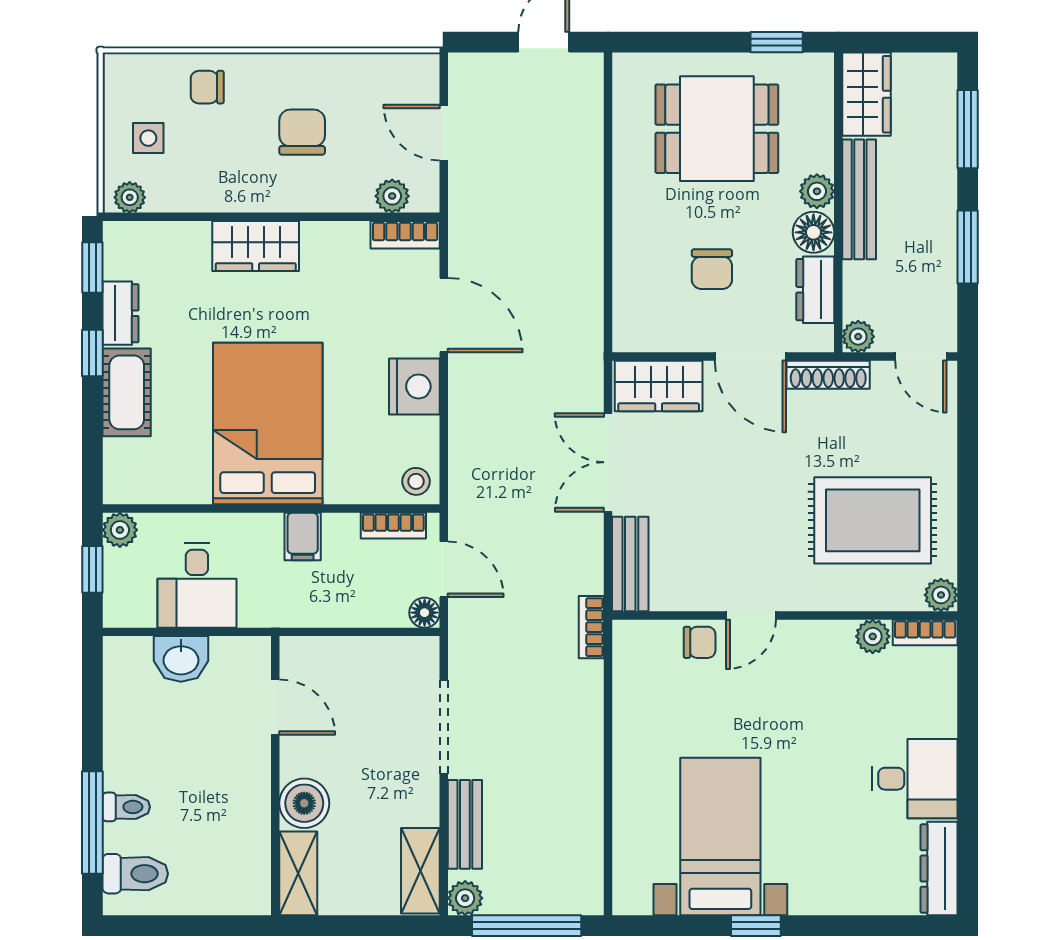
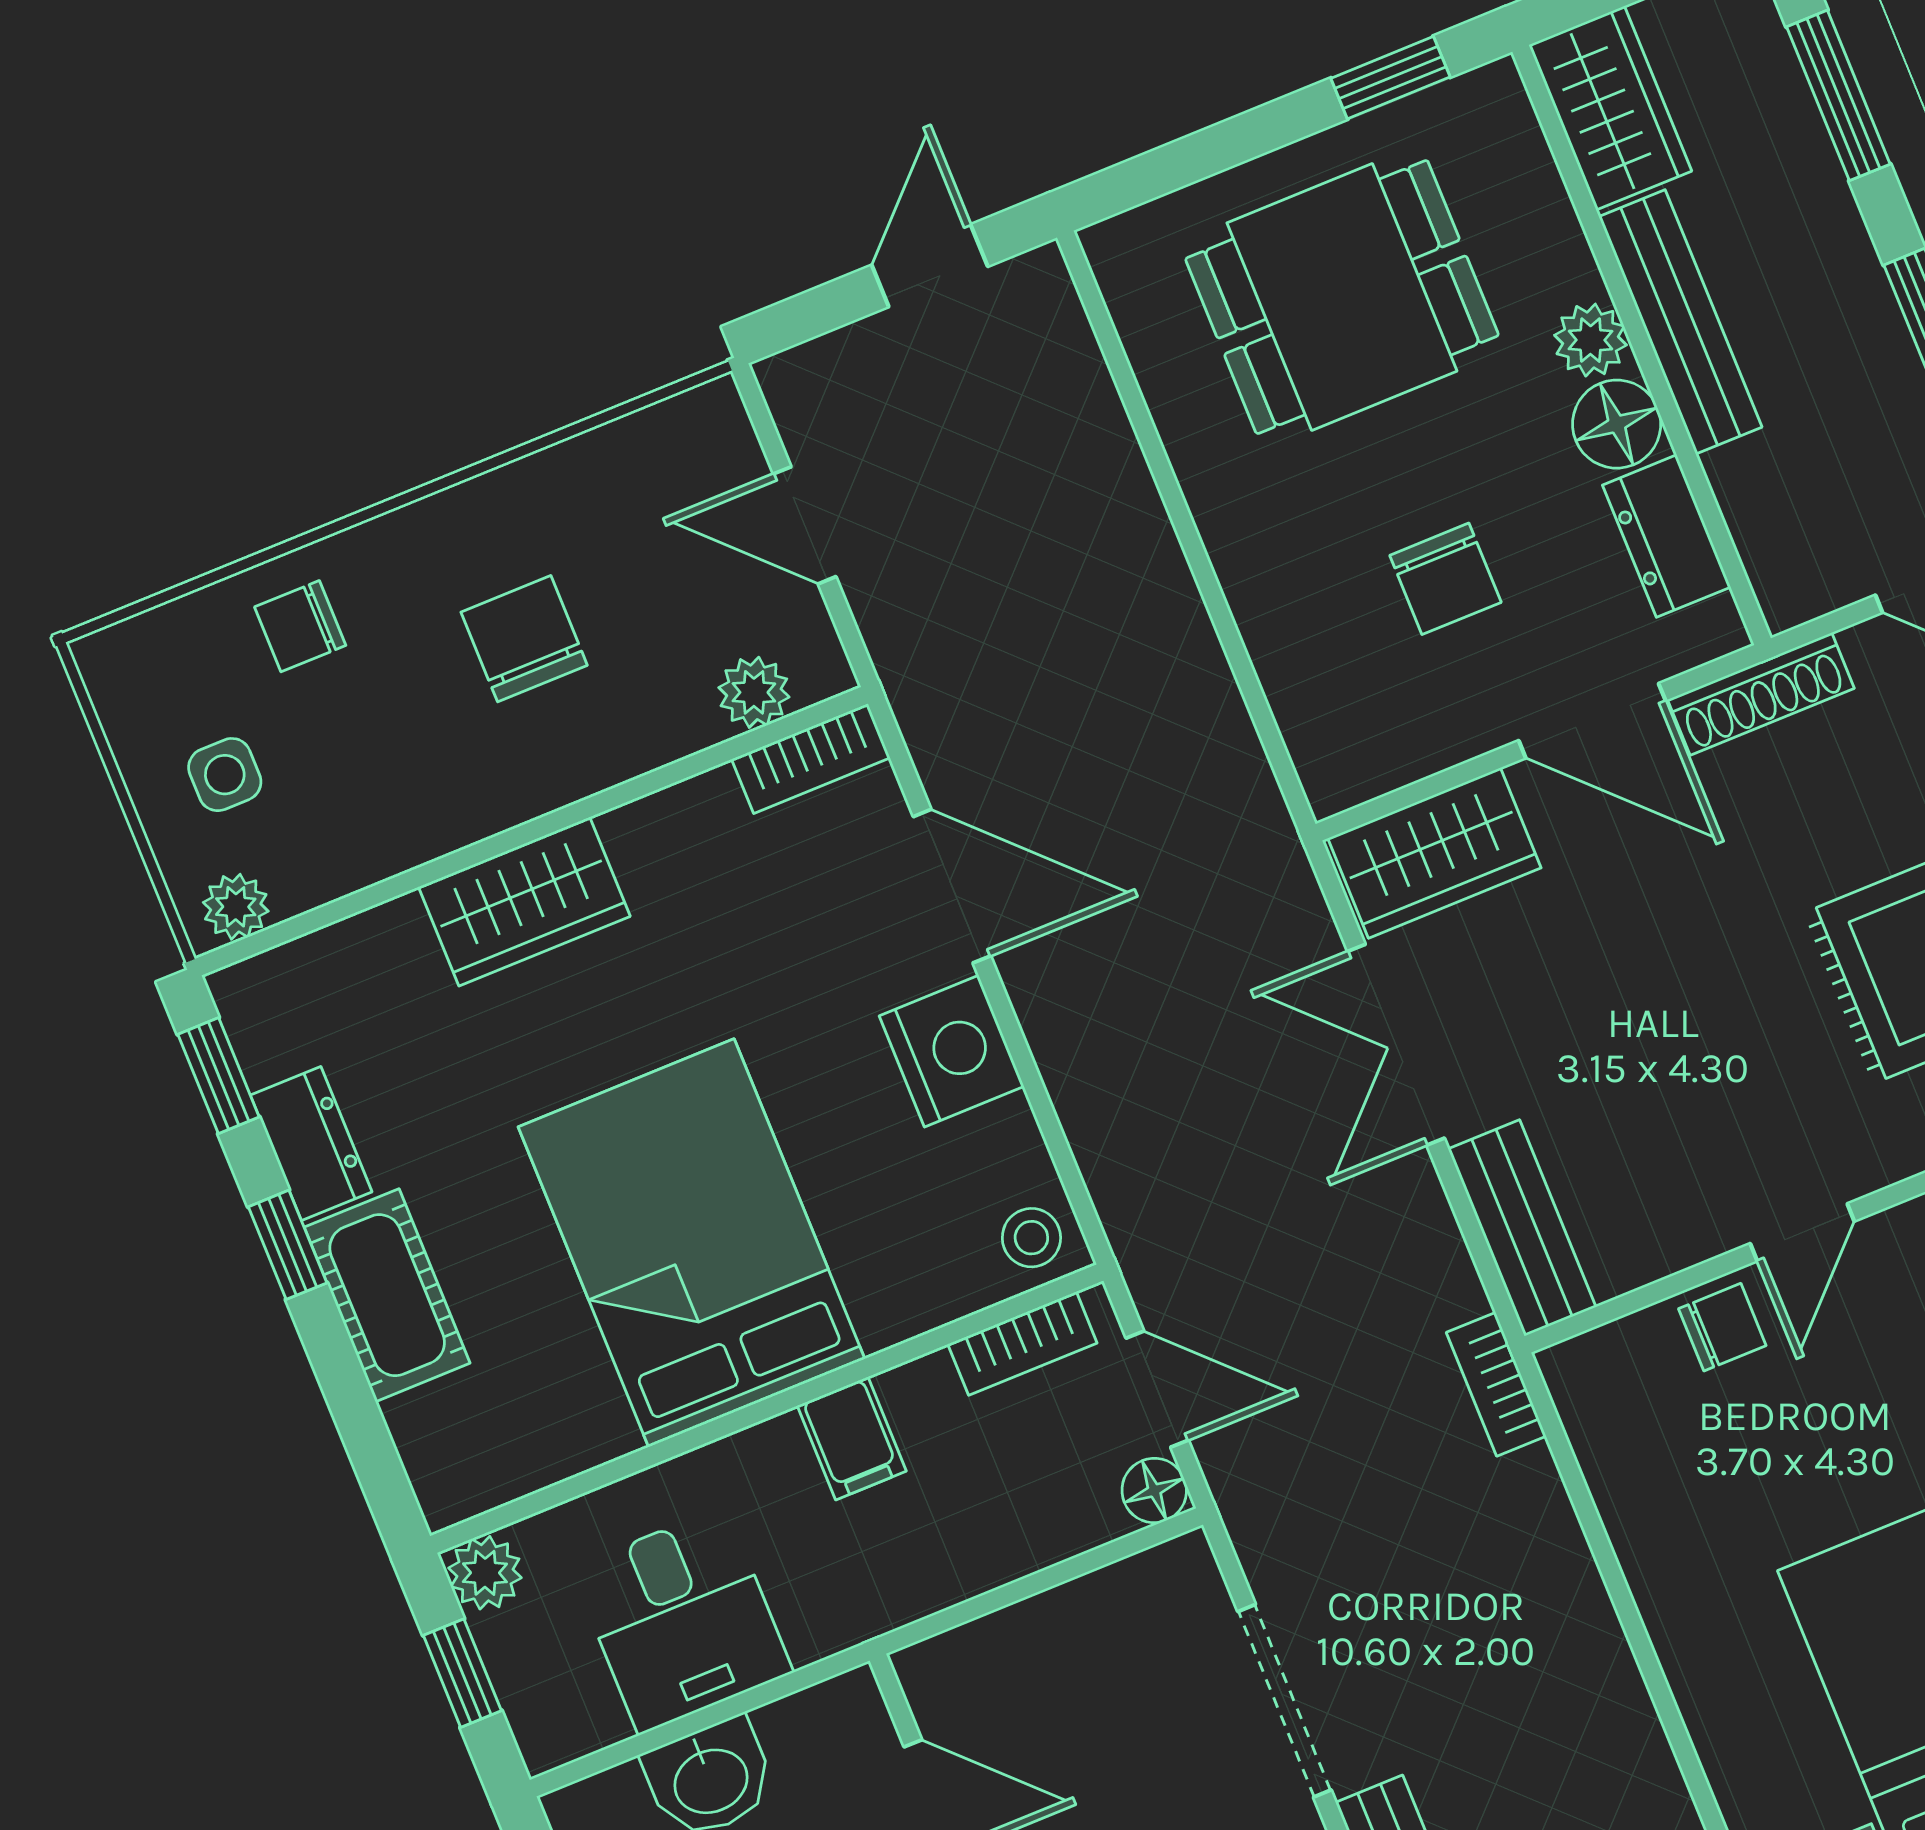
plant: (858, 337) -> (1789, 594), removed

